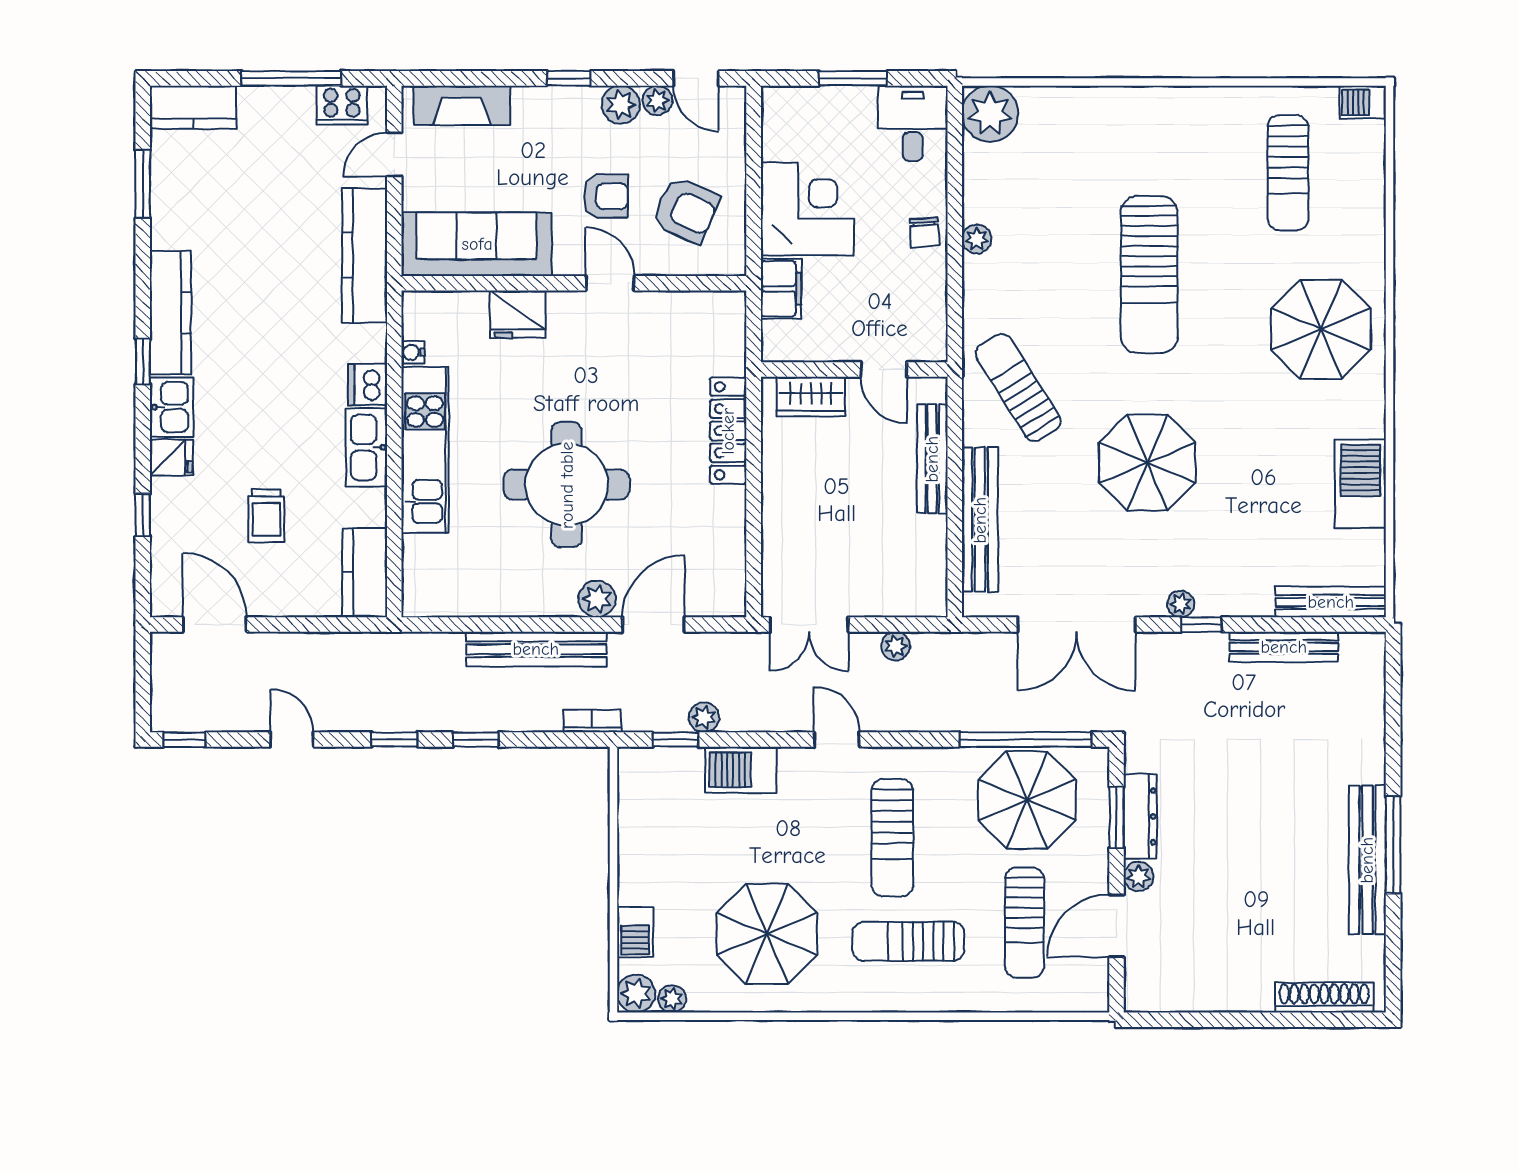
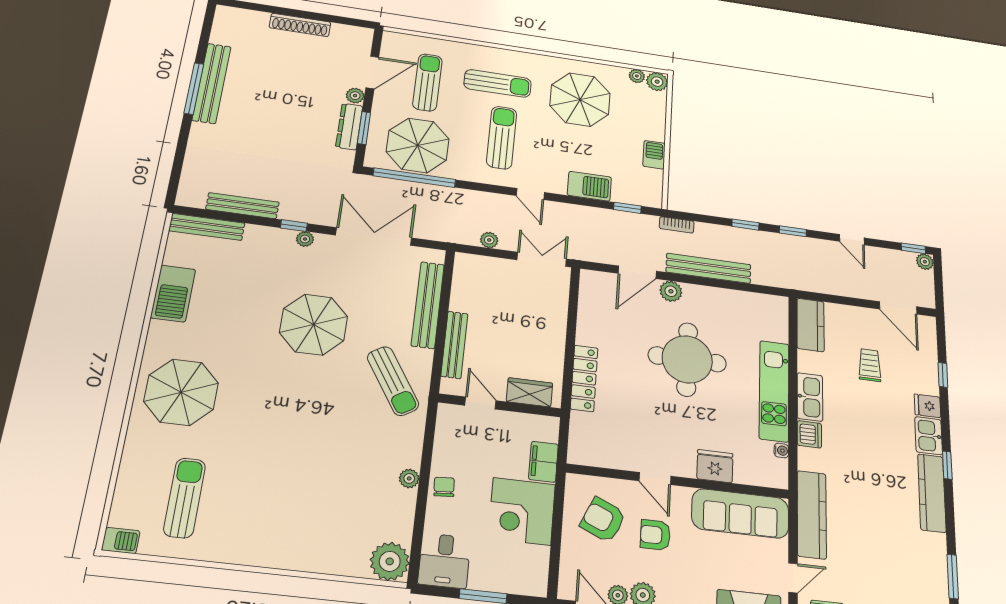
sun lounger: (1149, 275) -> (294, 442), removed
plant: (704, 717) -> (925, 262), moved
barbecue: (635, 932) -> (654, 155), moved
shoe rack: (1324, 997) -> (300, 25), moved

